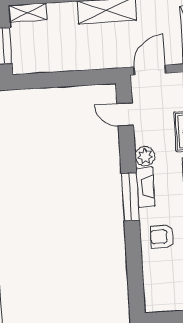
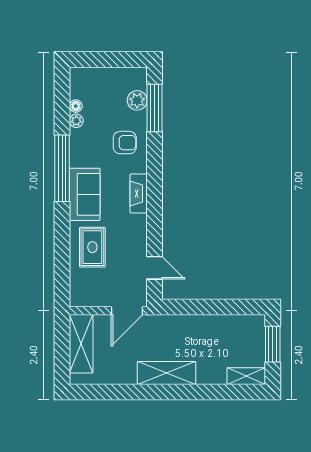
plant: (145, 156) -> (137, 100), moved
window: (130, 197) -> (154, 108), moved

